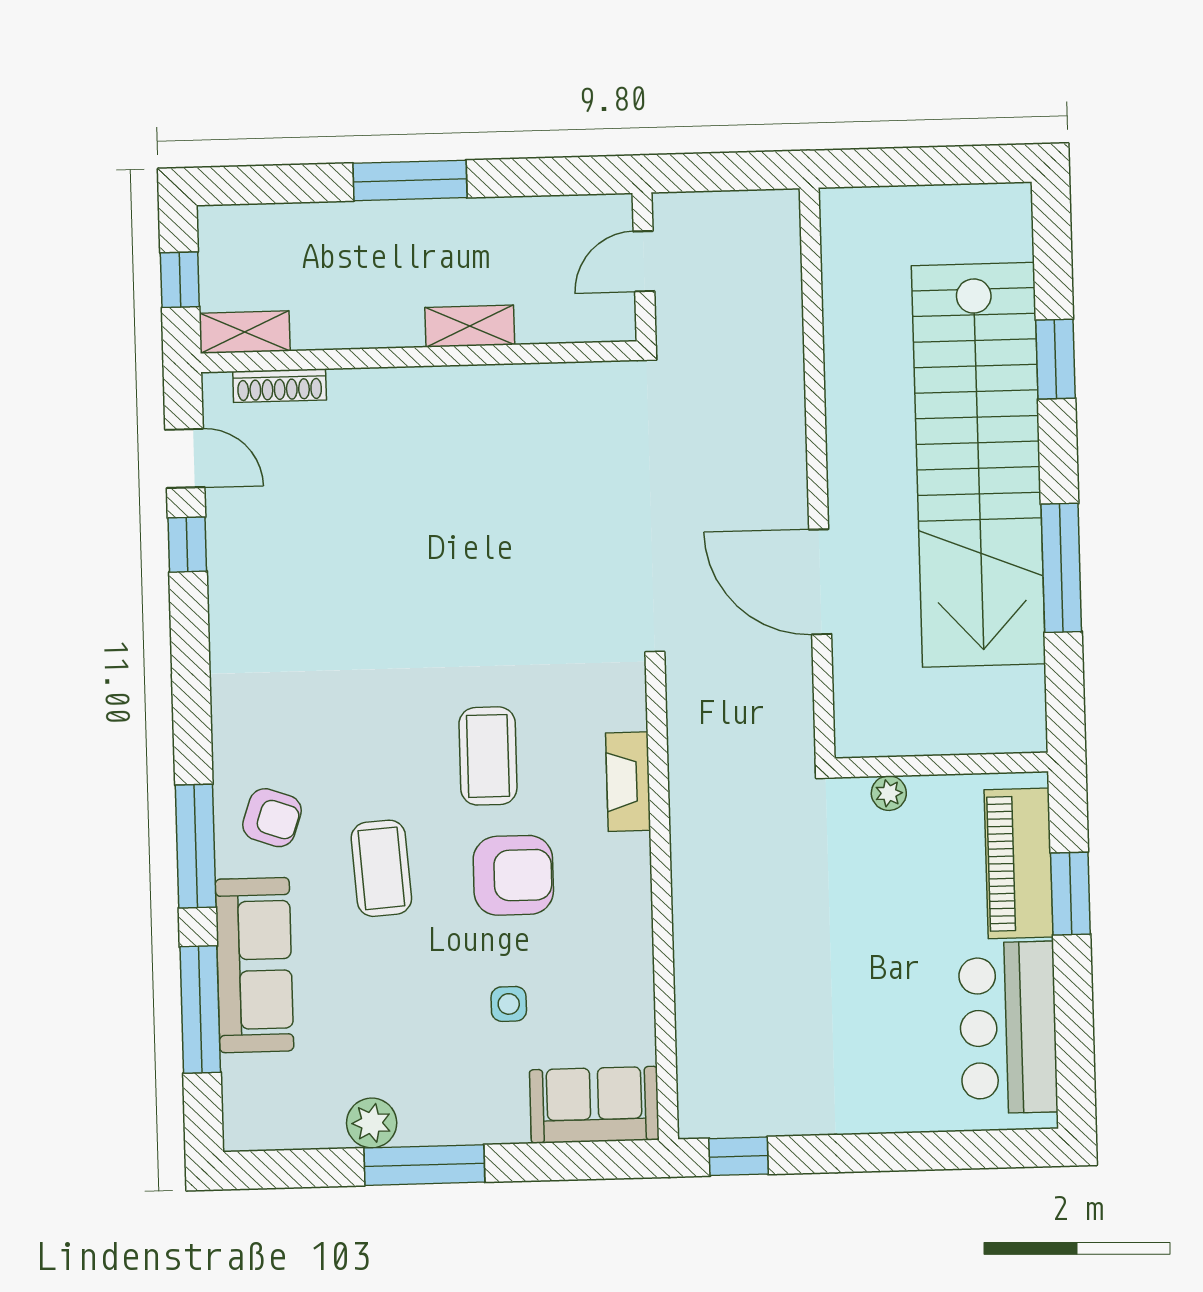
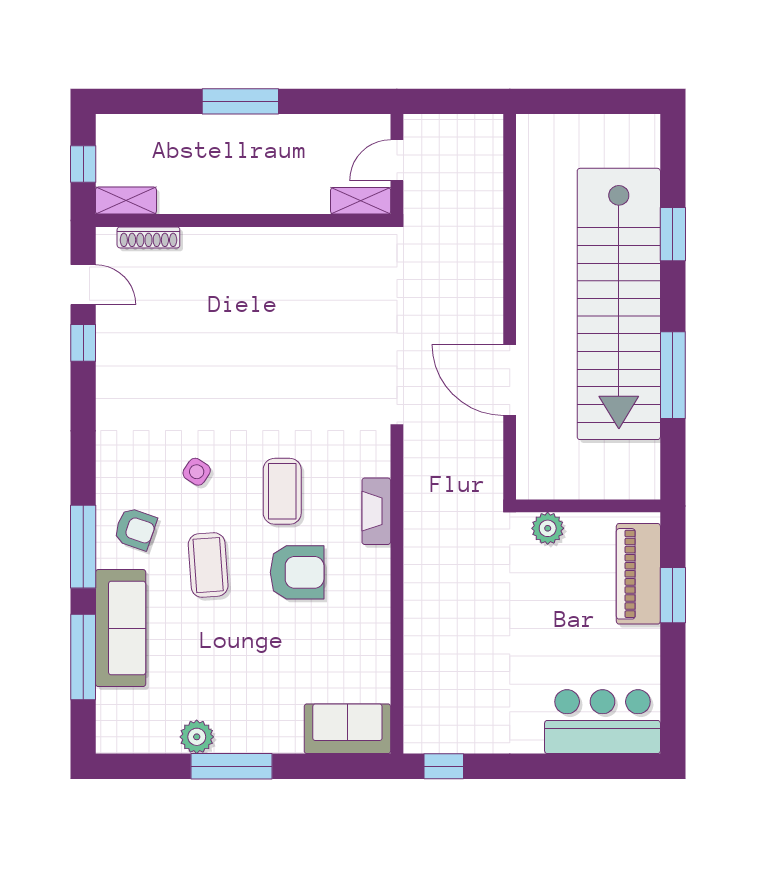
shelving: (470, 326) -> (361, 201), moved
plant: (889, 793) -> (548, 528), width x1.38, depth x1.38
side table: (509, 1004) -> (197, 472), moved, turned 33
bar counter: (1008, 1028) -> (602, 722), moved, turned 90

